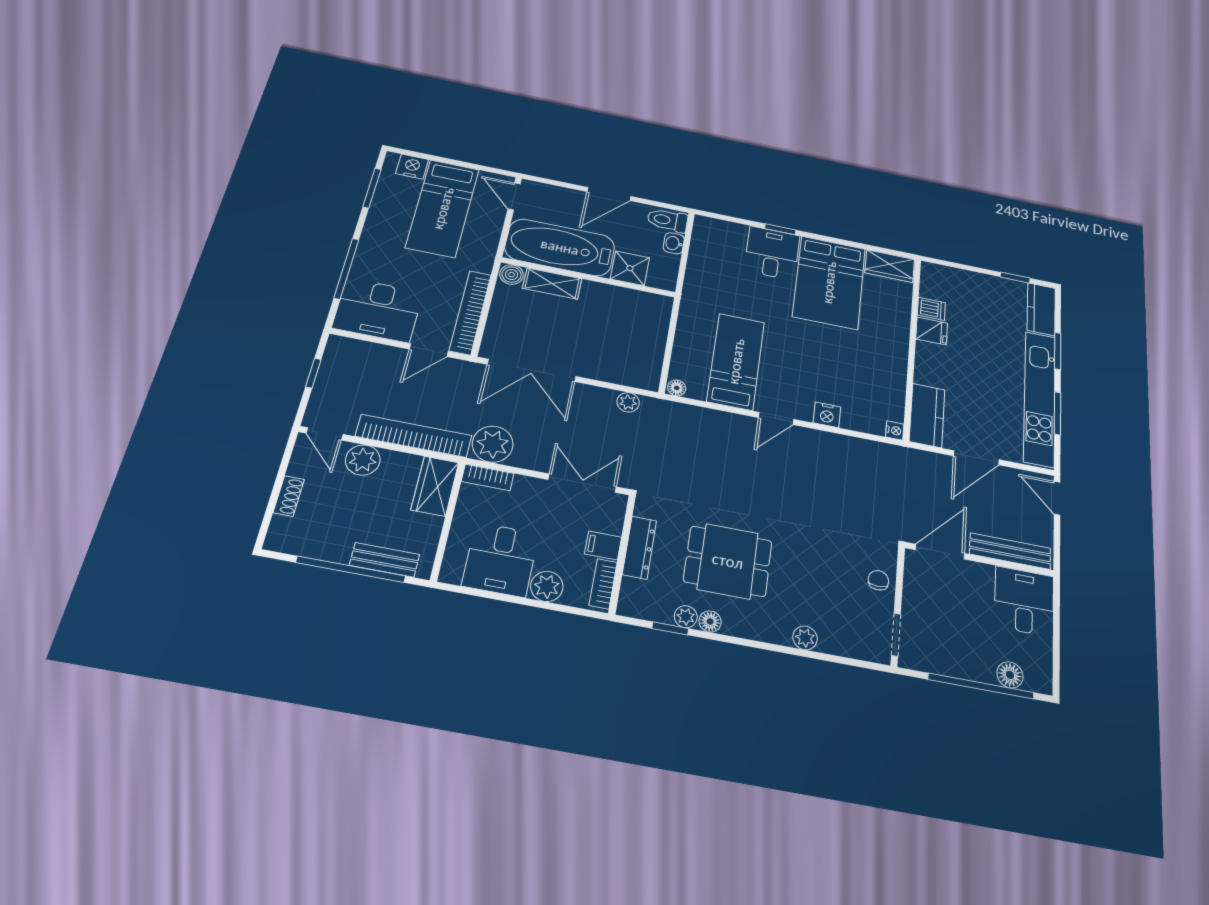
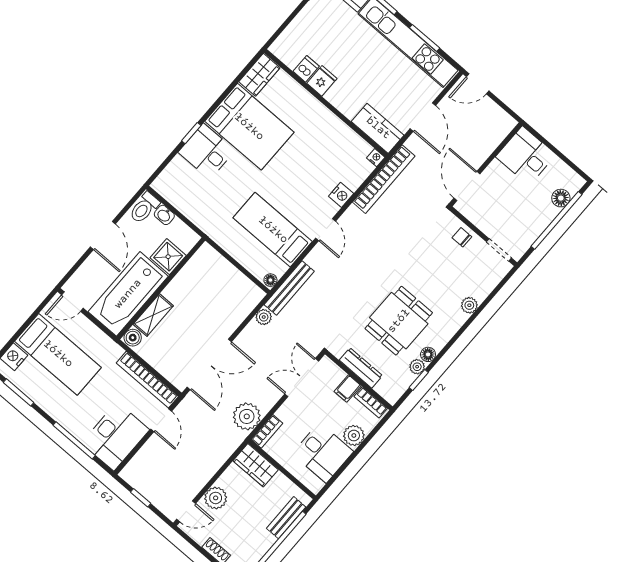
bookcase: (414, 436) -> (384, 179), moved, turned 180
bench: (1010, 551) -> (289, 288), moved

